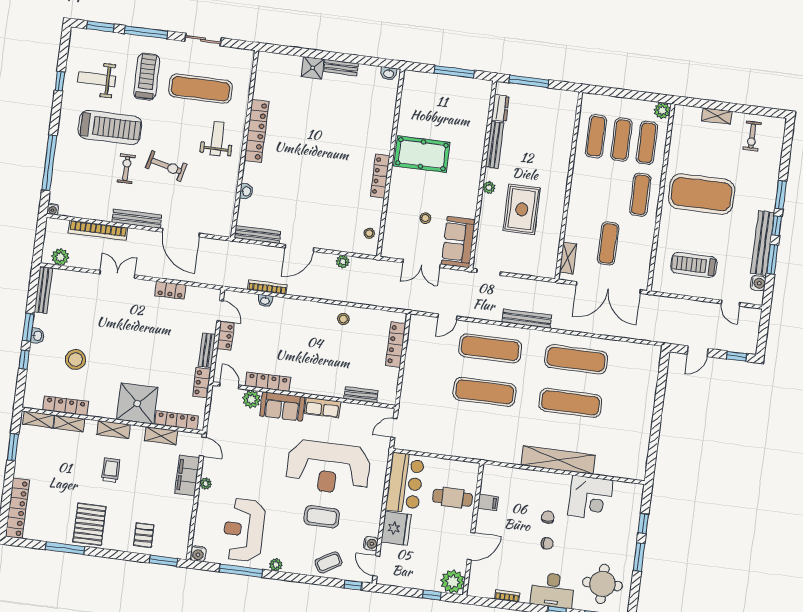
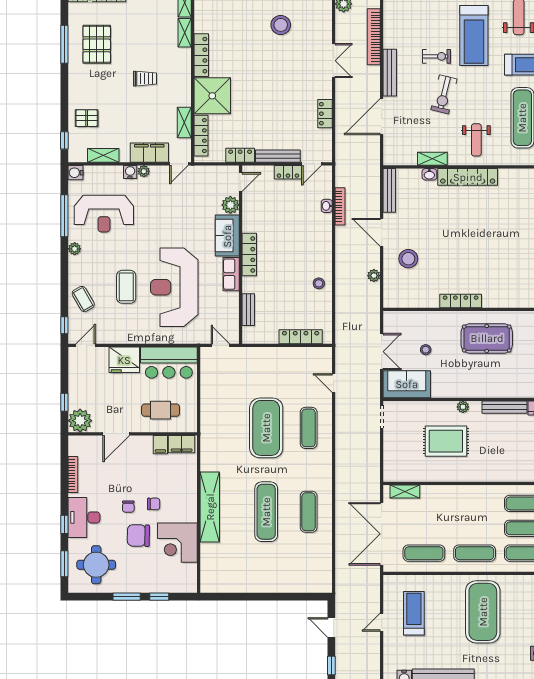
locker: (257, 131) -> (468, 177), moved
weight bench: (217, 139) -> (476, 140), turned 90
pool table: (422, 154) -> (487, 338), turned 90
shelving: (231, 186) -> (432, 159), added
stool: (369, 233) -> (408, 259), moved, width x1.89, depth x1.89
exercise mat: (608, 243) -> (424, 553), moved
double door: (421, 264) -> (382, 352), swing flipped
door: (731, 303) -> (382, 622), moved
bench: (527, 319) -> (342, 459), removed
exercise mat: (490, 348) -> (309, 428), width x0.73, depth x0.69
bench: (207, 350) -> (278, 156), width x1.36
exercise mat: (576, 359) -> (309, 512), width x0.73, depth x0.69
stool: (75, 360) -> (281, 25), moved
locker: (268, 382) -> (249, 255), moved
exercise mat: (485, 392) -> (266, 428), width x1.47
locker: (66, 406) -> (201, 55), moved
shelving: (113, 430) -> (103, 155), moved, turned 90
filing cabinet: (490, 481) -> (182, 444), added
cafe table: (453, 498) -> (161, 410), turned 90
pallet: (89, 524) -> (97, 44), moved, turned 90
reception desk: (244, 530) -> (104, 214), turned 180
chair: (578, 537) -> (138, 536), added
water cooler: (371, 544) -> (130, 172), moved, turned 180
door: (471, 546) -> (116, 434), hinge flipped
window: (163, 561) -> (64, 140), width x0.67
bookcase: (507, 596) -> (73, 475), width x1.56

